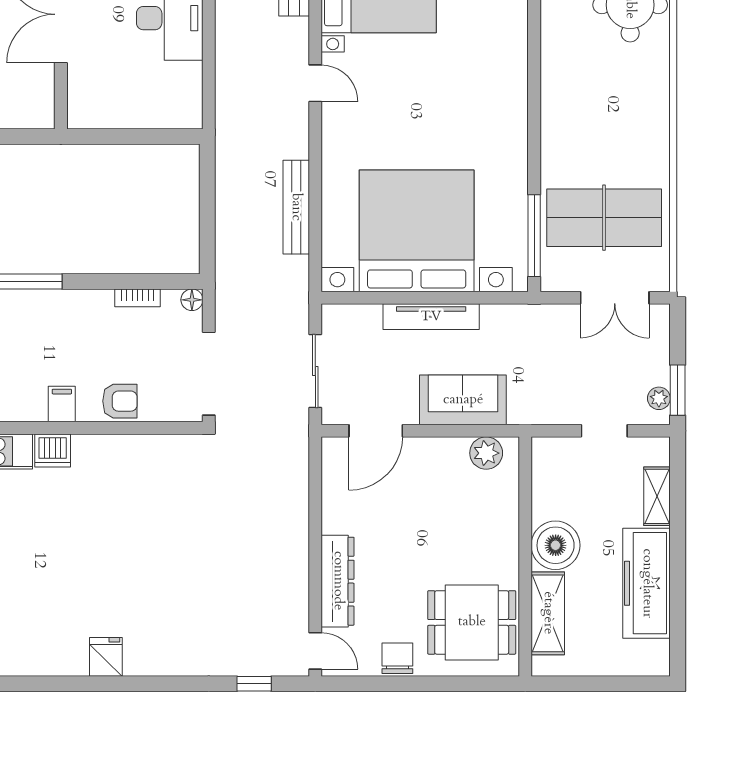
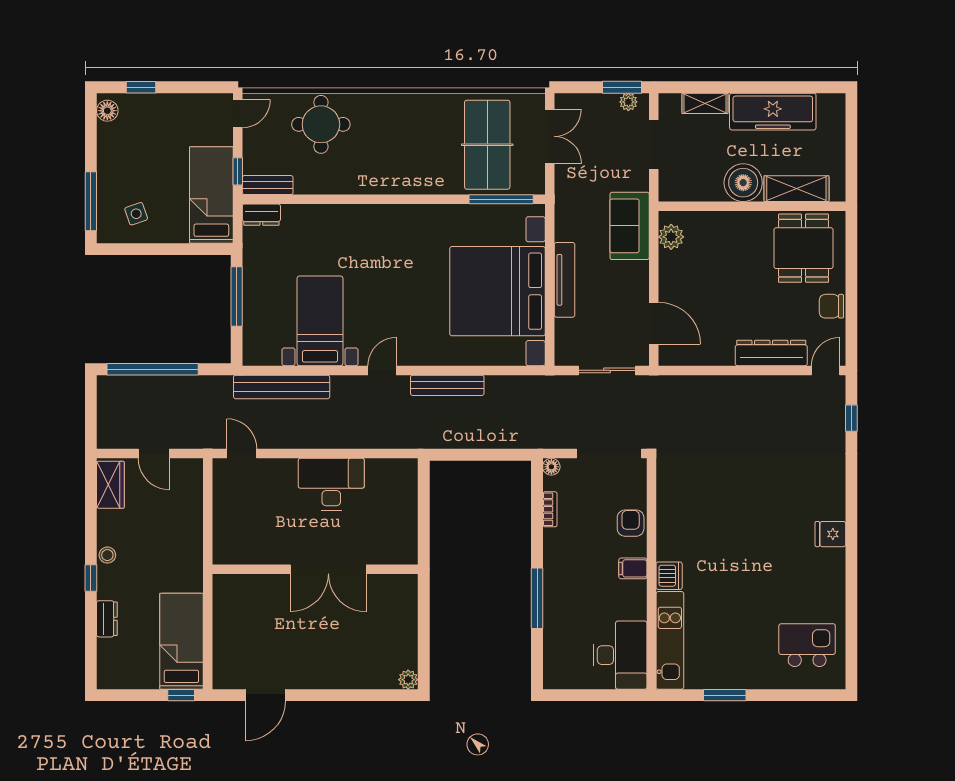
bench: (296, 207) -> (447, 385), moved
sofa: (463, 400) -> (630, 226), moved
doorway: (604, 431) -> (654, 145), width x1.38

